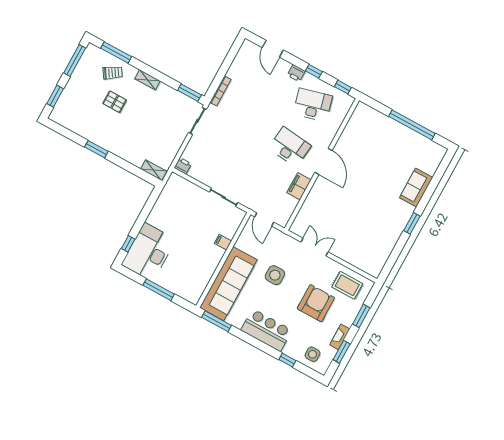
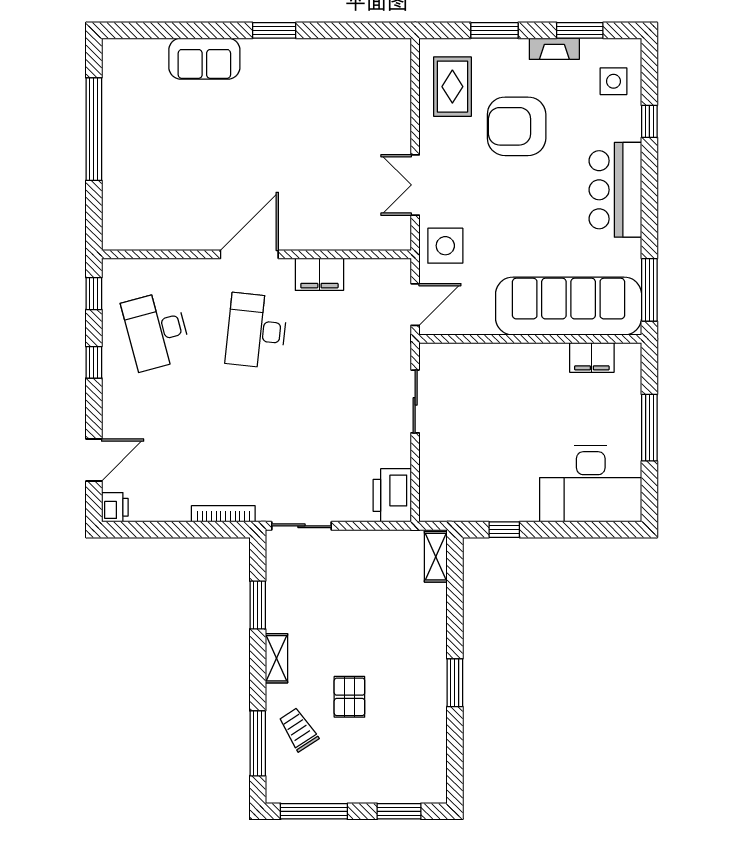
printer: (296, 73) -> (115, 507), moved
window: (189, 93) -> (258, 605), moved
printer: (183, 166) -> (392, 495), width x1.87, depth x1.48
filing cabinet: (223, 242) -> (592, 358), moved, width x2.00
window: (128, 244) -> (504, 530), moved
side table: (275, 275) -> (445, 246), moved

